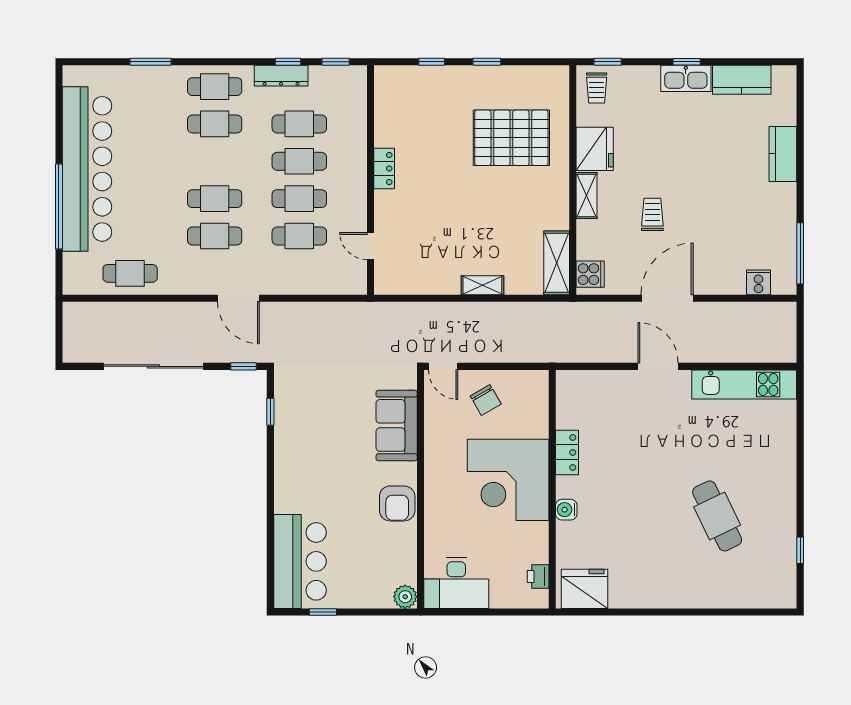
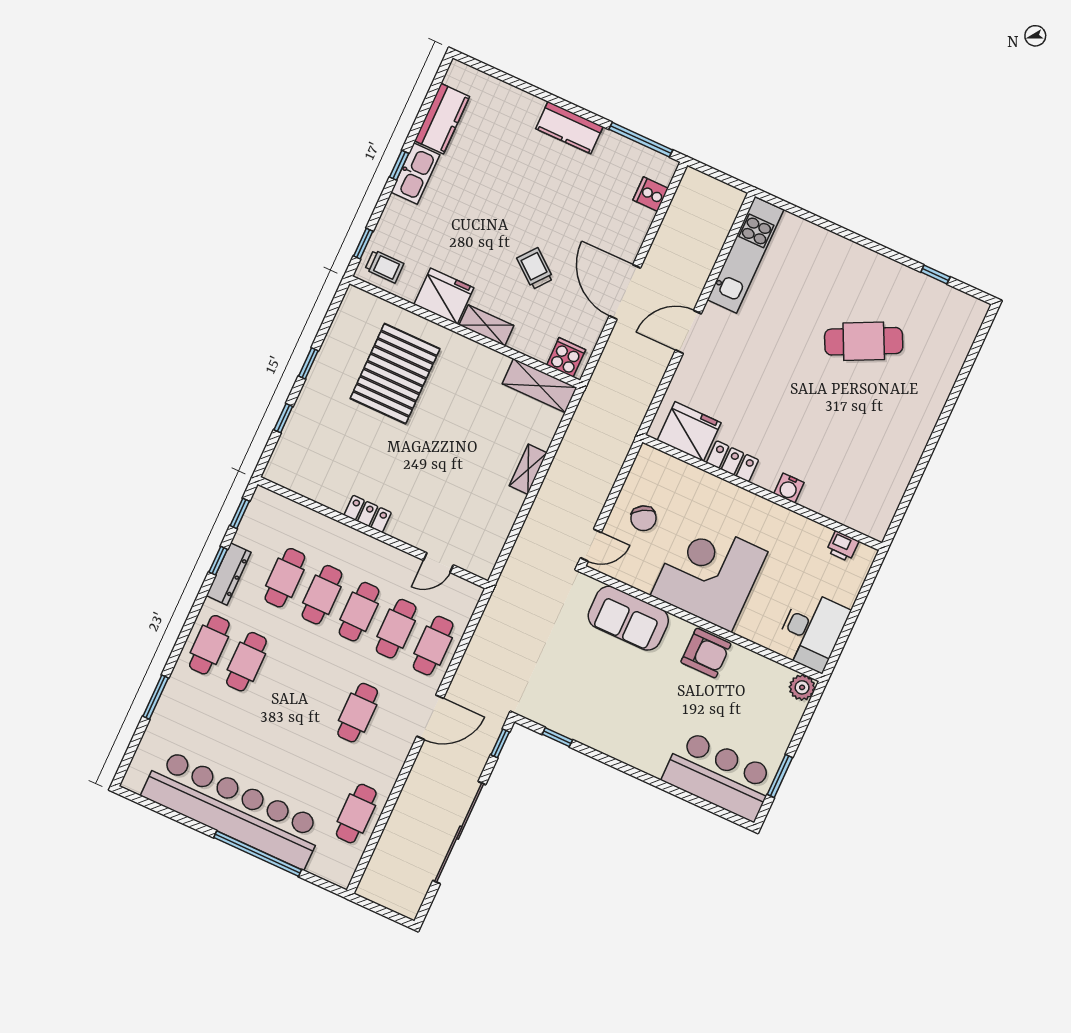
kitchen counter: (783, 154) -> (569, 128), moved
cafe table: (215, 199) -> (433, 646), moved
trolley: (652, 214) -> (535, 268), turned 39
chair: (486, 400) -> (643, 518), turned 90
corner desk: (508, 480) -> (709, 574), moved, turned 180
fridge: (584, 589) -> (689, 432), moved, turned 90
window: (323, 612) -> (780, 776), width x1.50

